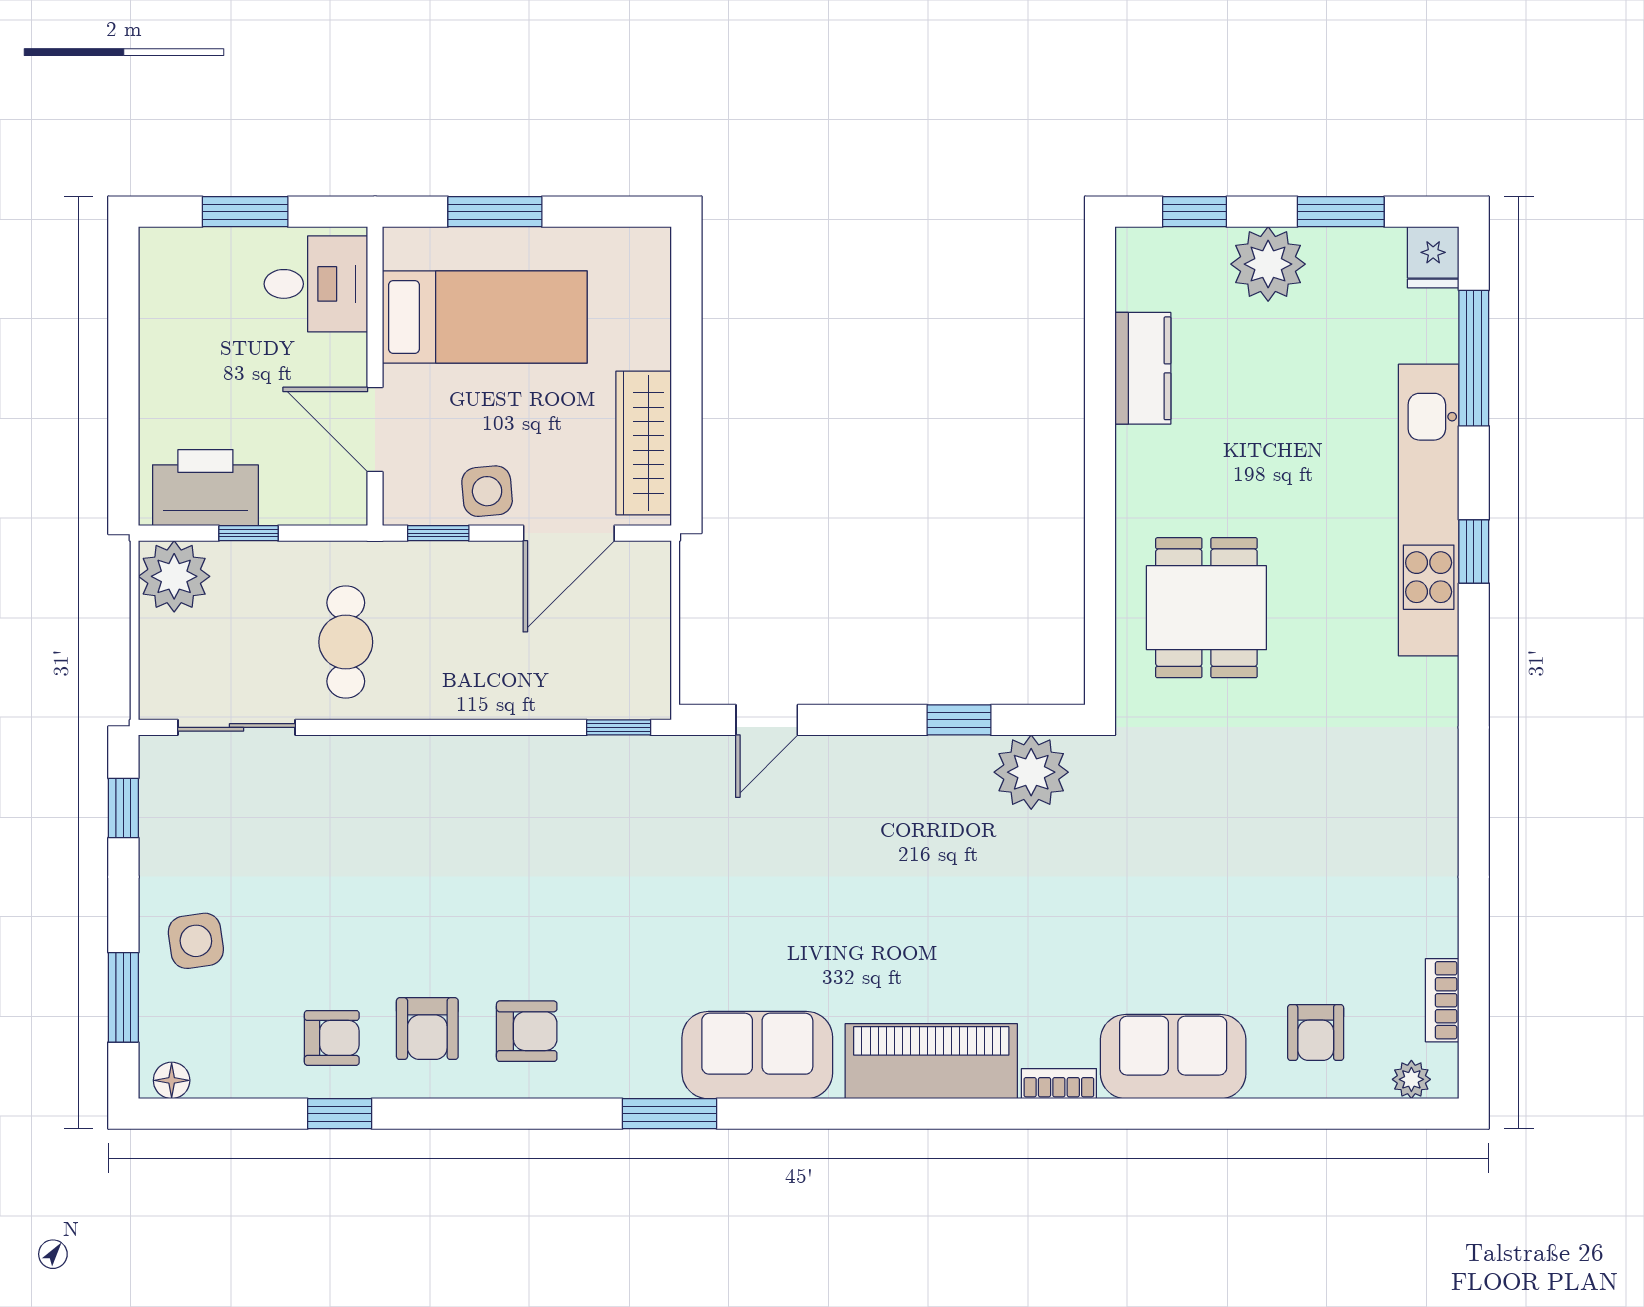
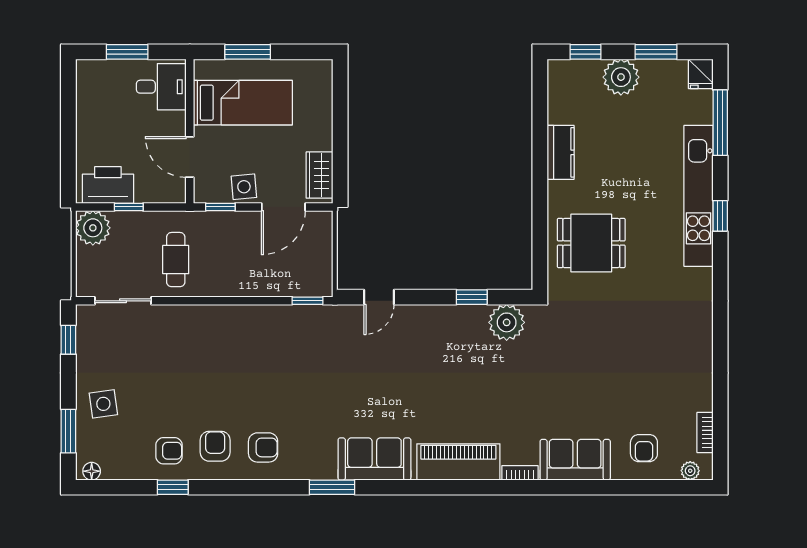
kitchen counter: (1143, 368) -> (561, 152), moved
wardrobe: (644, 443) -> (320, 175), width x0.67
dining table: (1206, 608) -> (591, 243), turned 90
armchair: (427, 1029) -> (215, 446), turned 180

